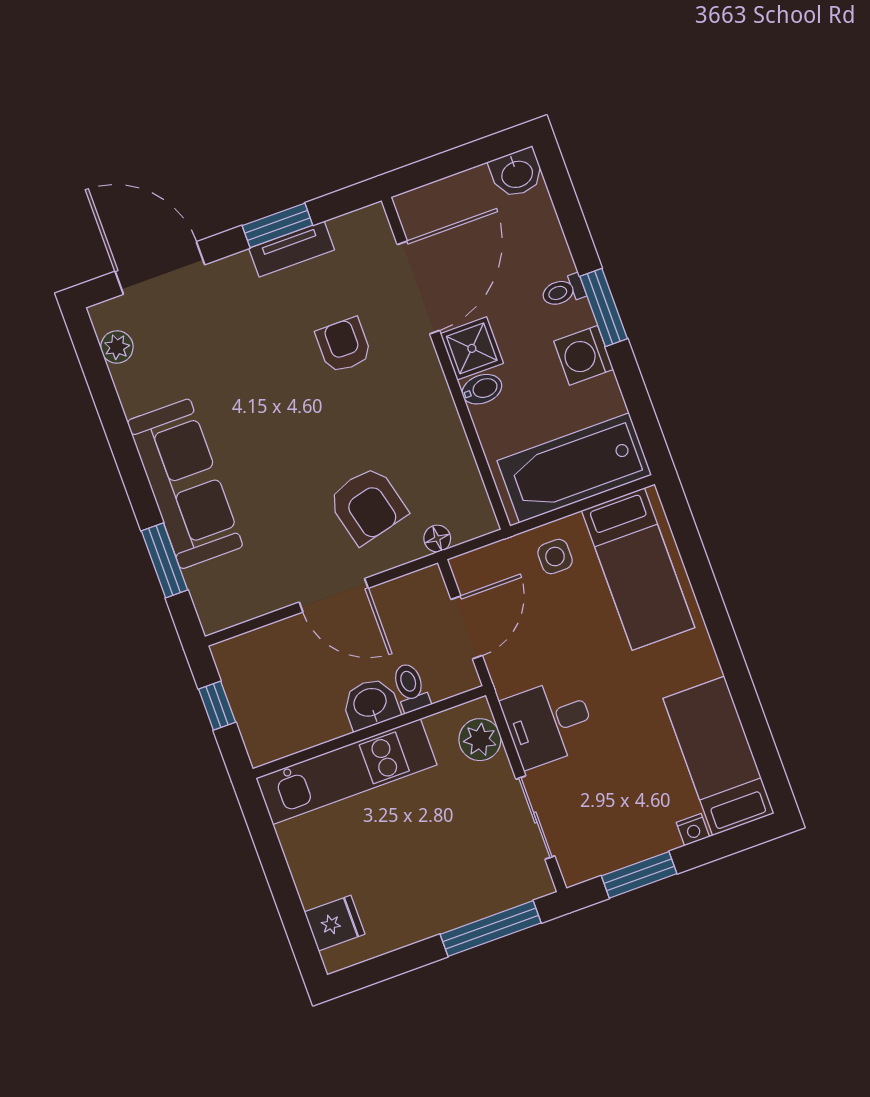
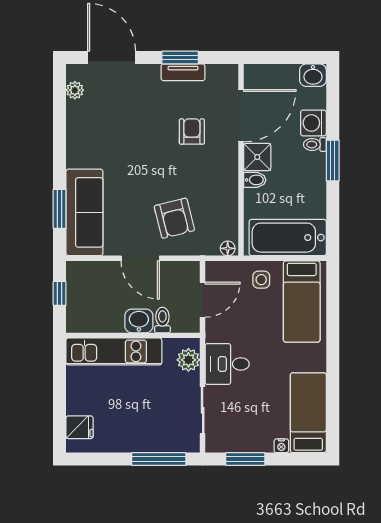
washing machine: (584, 355) -> (313, 123), moved
sofa: (185, 484) -> (84, 212), moved
floor lamp: (437, 539) -> (228, 248), moved

